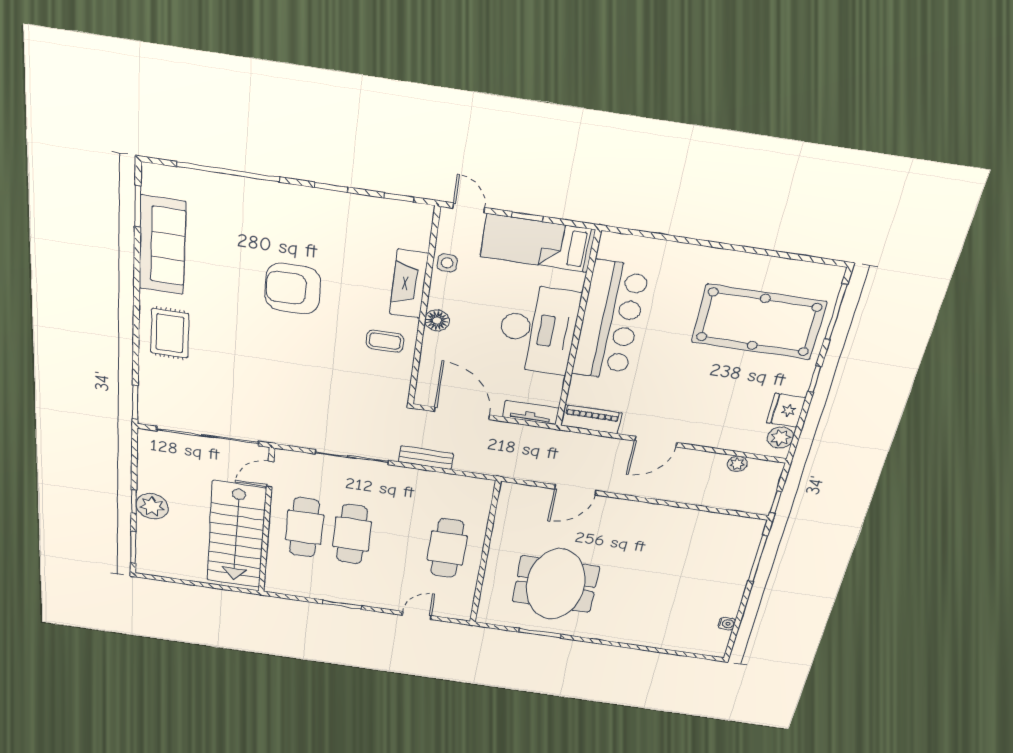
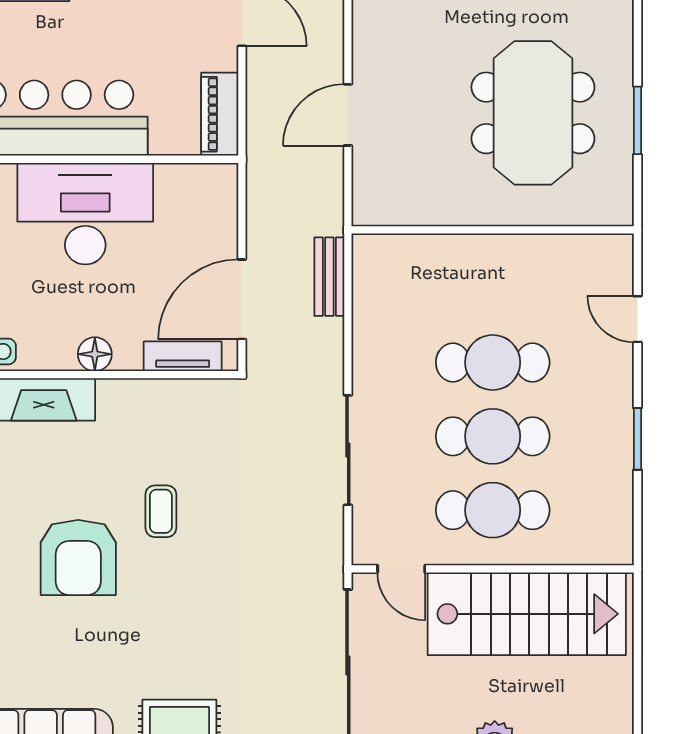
coffee table: (385, 341) -> (161, 511), moved
tv unit: (531, 413) -> (183, 356), moved, turned 90
bench: (426, 458) -> (329, 277), moved
door: (575, 490) -> (348, 115), swing flipped
cafe table: (447, 548) -> (493, 362), moved
meeting table: (556, 584) -> (533, 113), turned 90

